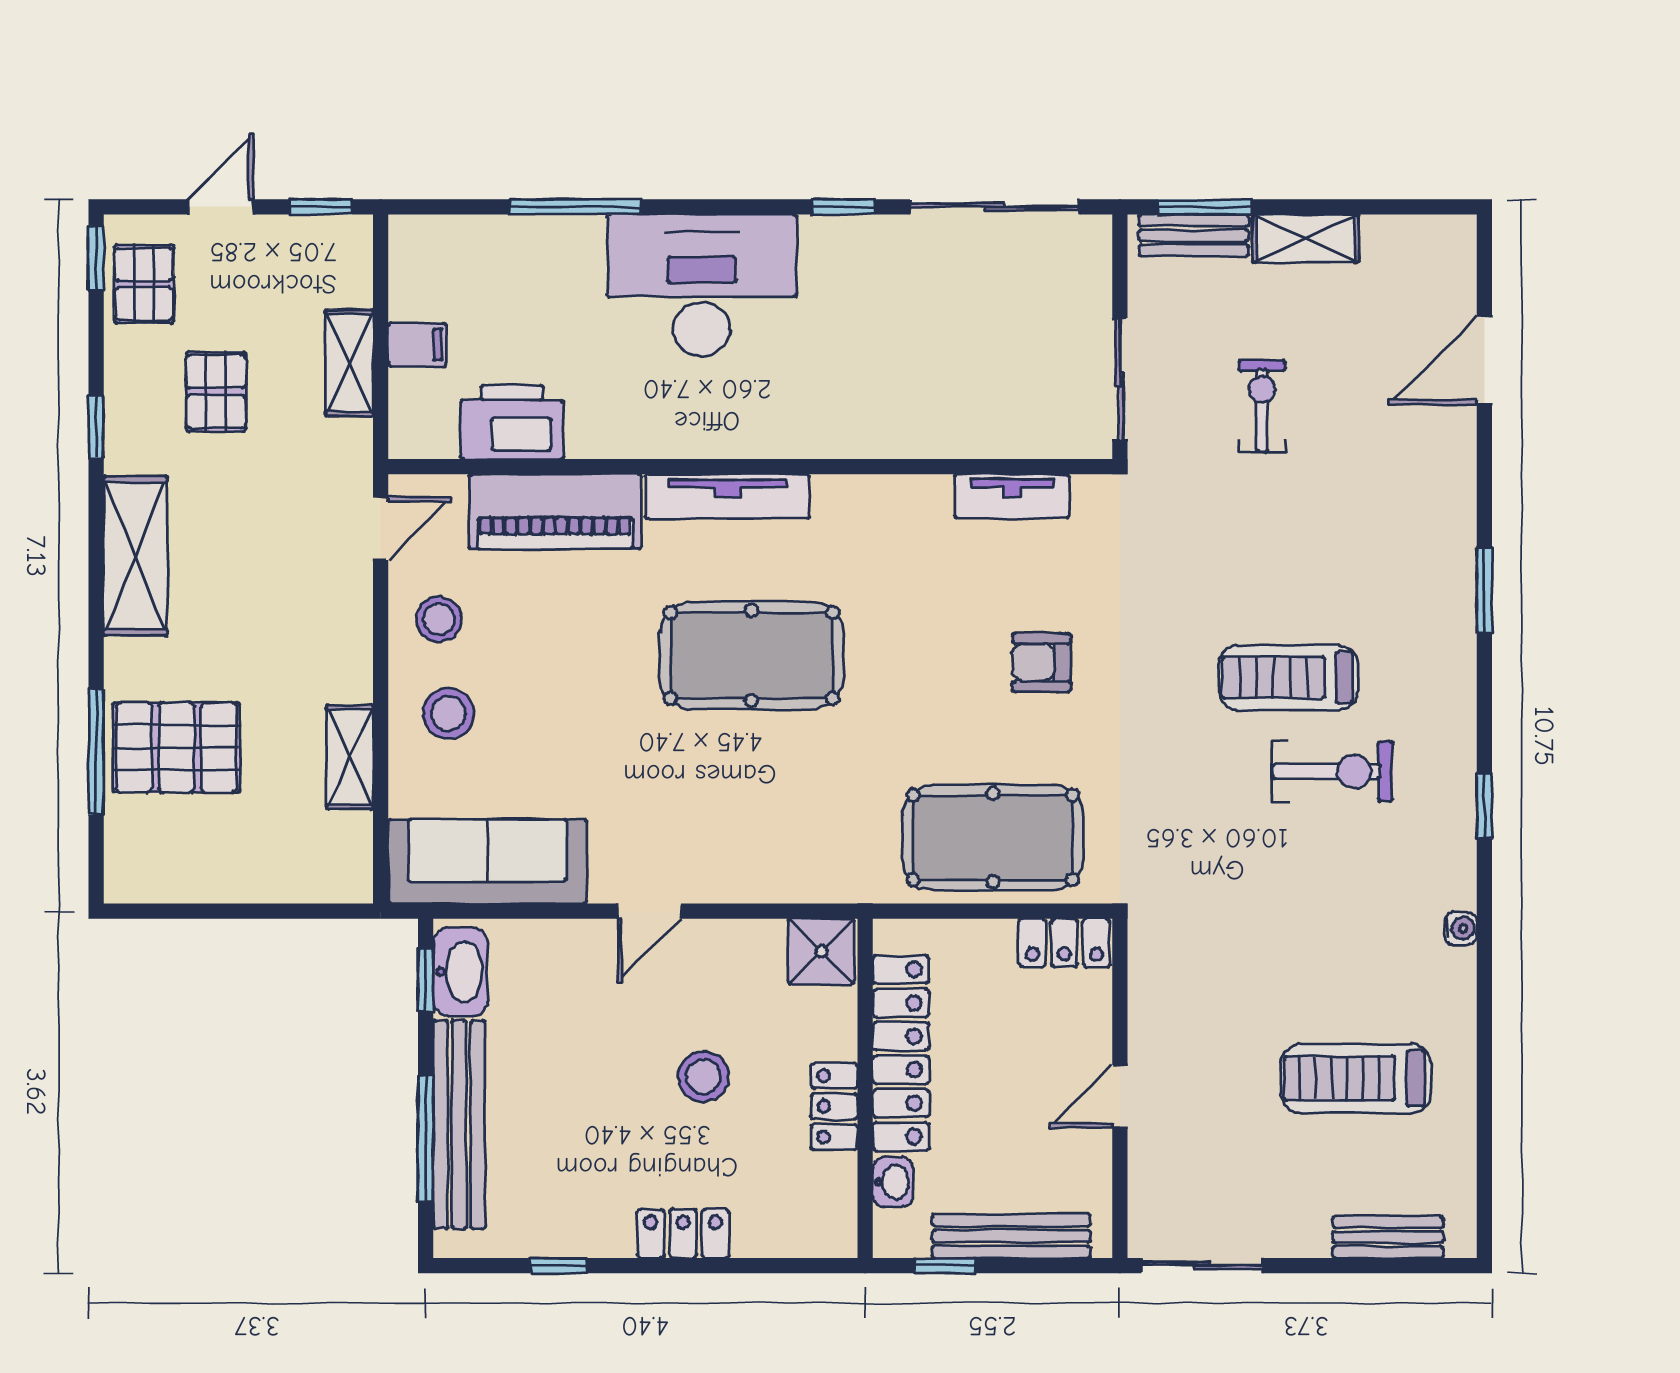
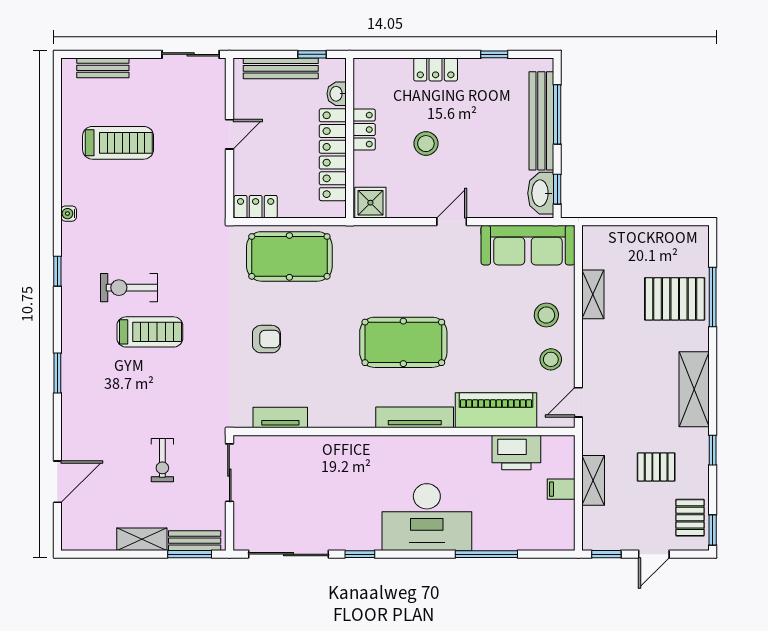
pallet: (216, 392) -> (656, 467), turned 90

